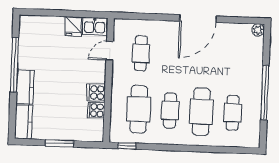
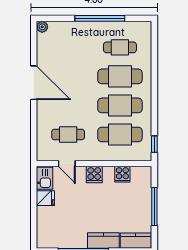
cooker: (96, 93) -> (94, 175), moved
cafe table: (170, 111) -> (120, 105), width x1.37, depth x1.35
window: (60, 143) -> (154, 207), width x1.44

